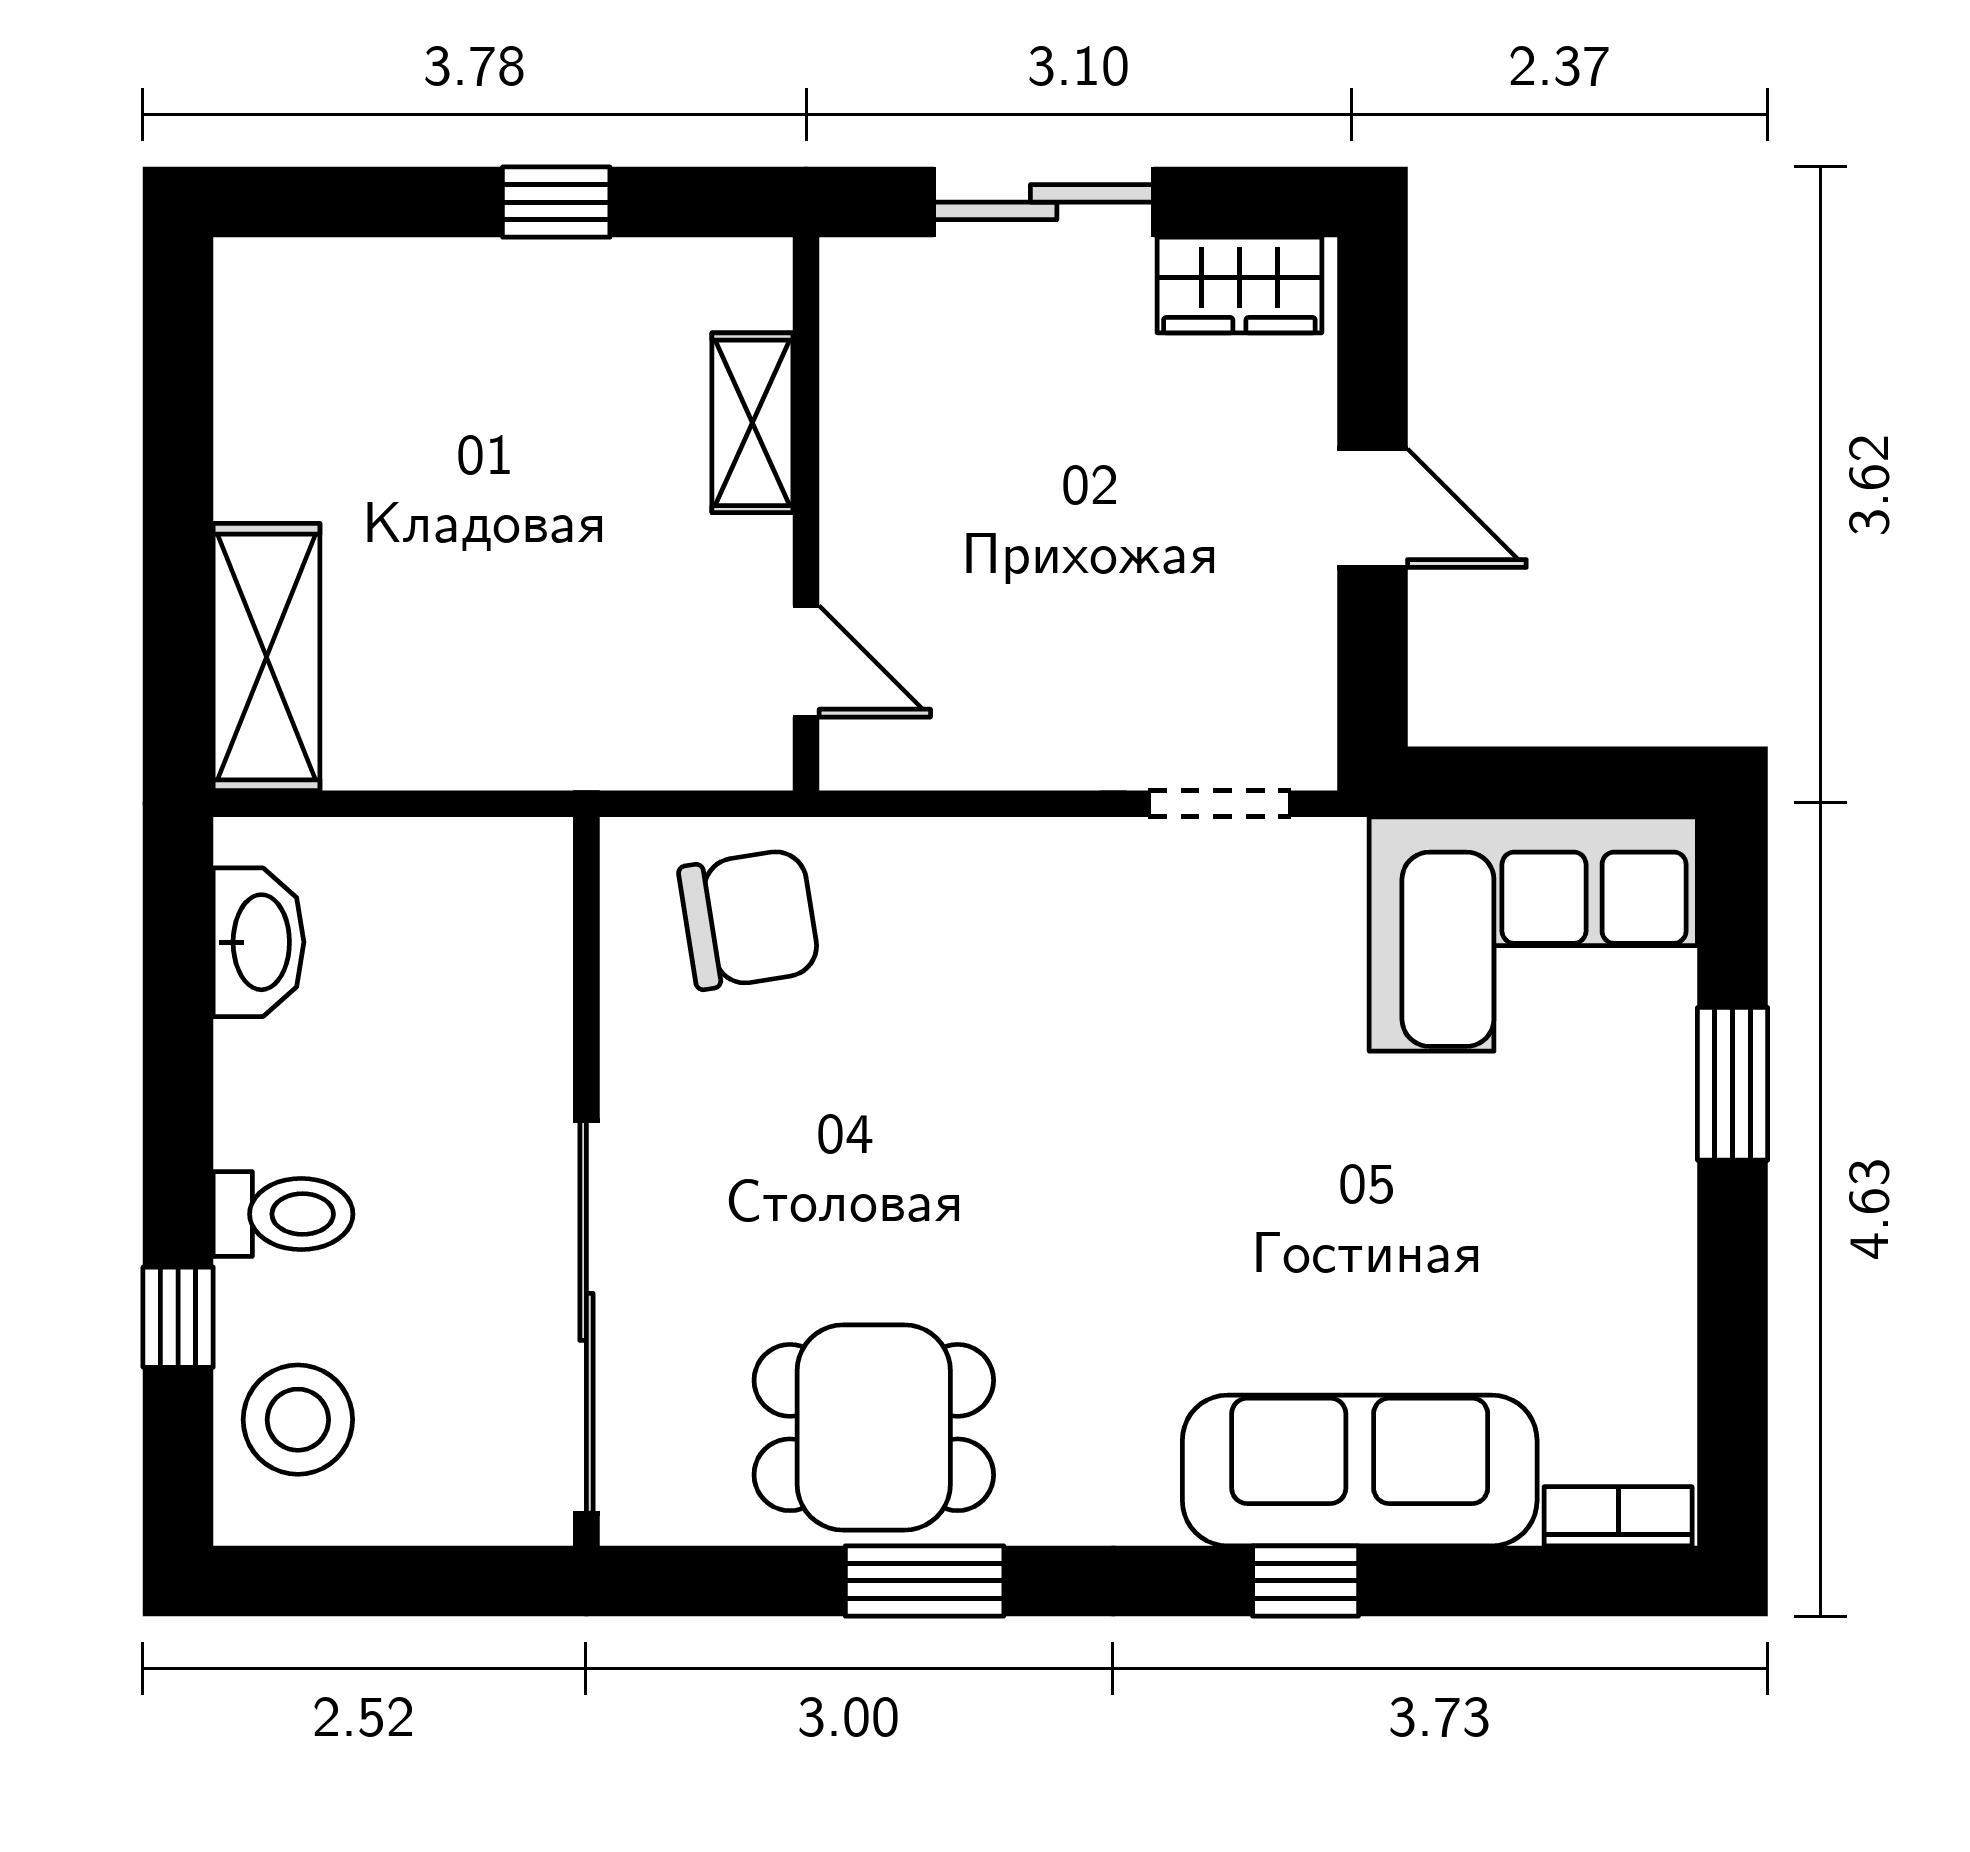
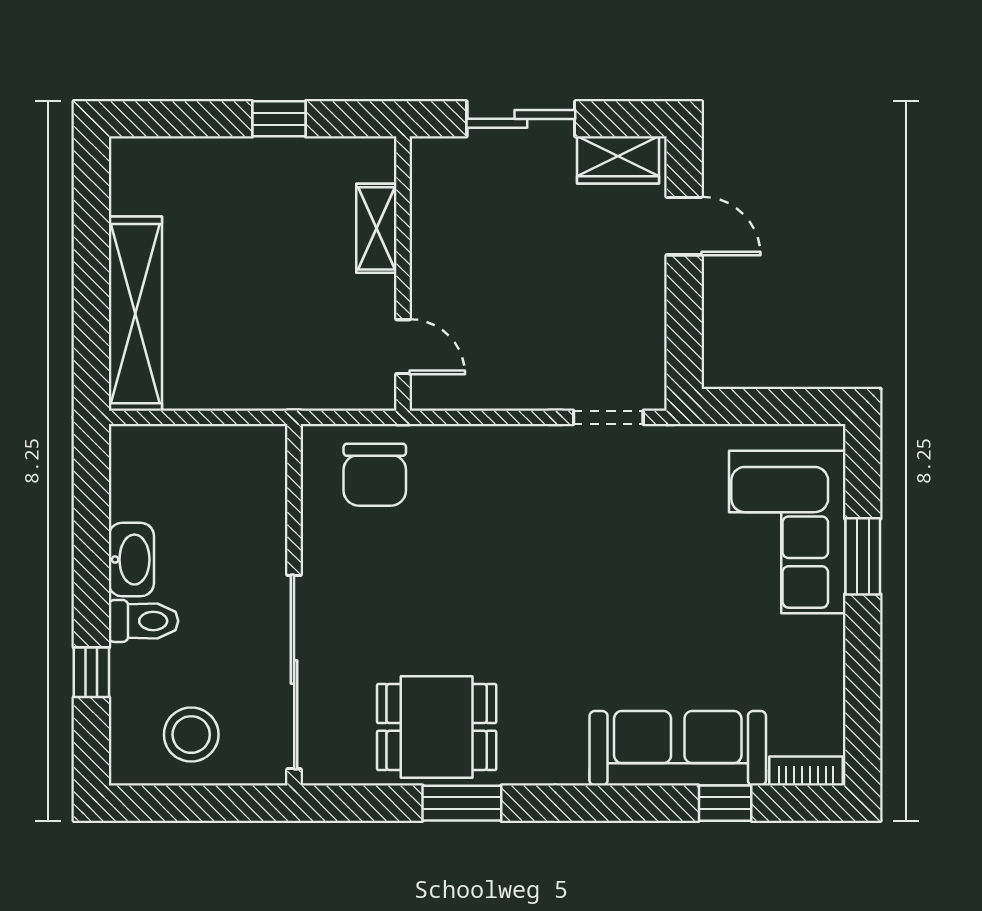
door: (1372, 508) -> (684, 226), moved
shelving: (267, 657) -> (135, 314), width x1.47
chair: (749, 919) -> (375, 475), turned 99
corner sofa: (1533, 934) -> (787, 532), moved, turned 90
washbasin: (259, 942) -> (131, 560), moved
stool: (298, 1420) -> (191, 735), moved
window: (1306, 1581) -> (725, 803), moved

